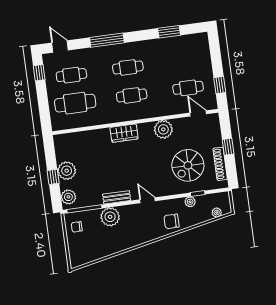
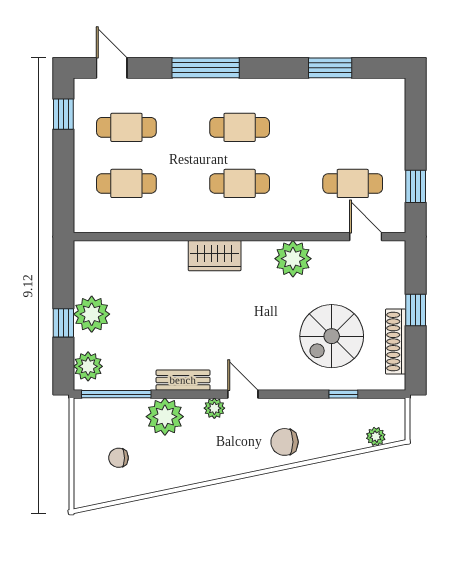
cafe table: (75, 103) -> (126, 183), width x0.73, depth x0.74
plant: (190, 202) -> (214, 408), moved
chair: (77, 227) -> (119, 458), moved

